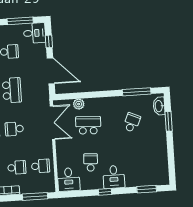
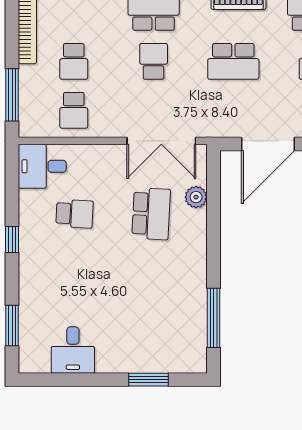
washbasin: (159, 106) -> (181, 362), removed
school desk: (132, 122) -> (151, 304), removed
desk: (114, 177) -> (73, 350), moved, turned -90

